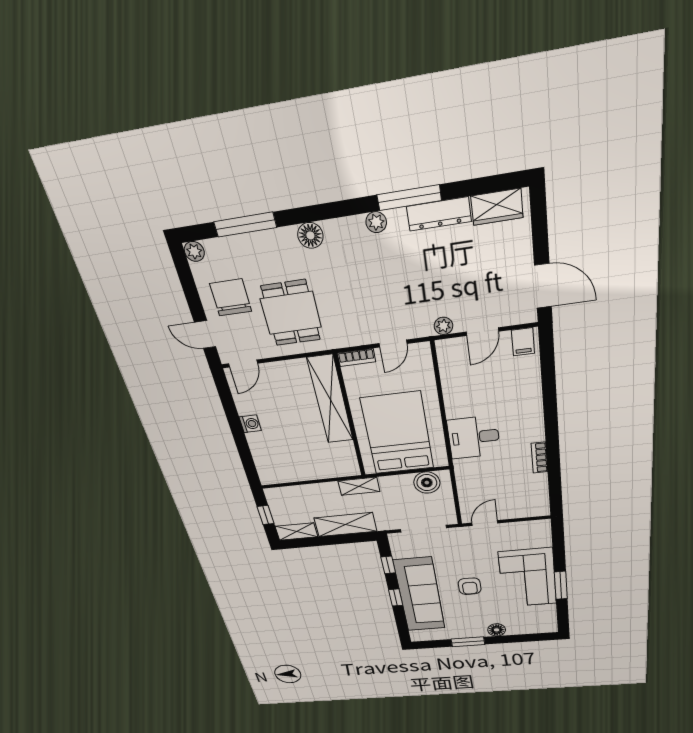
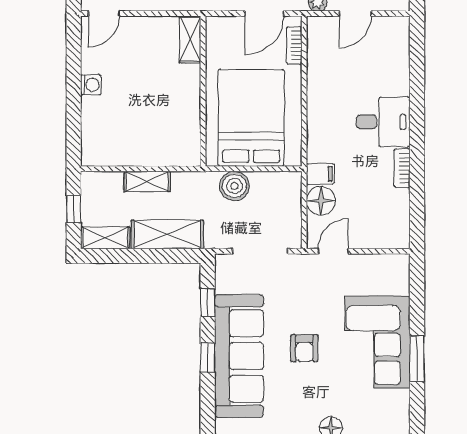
filing cabinet: (523, 342) -> (320, 174), moved, turned -90
door: (393, 344) -> (264, 14), width x1.38
bookcase: (356, 358) -> (294, 45), moved, turned 90
shelving: (331, 400) -> (190, 39), width x0.45, depth x0.75
desk: (474, 437) -> (383, 122), moved, turned 180
boiler: (427, 483) -> (234, 186), moved
shelving: (359, 486) -> (147, 181), moved
floor lamp: (469, 489) -> (321, 201), added

